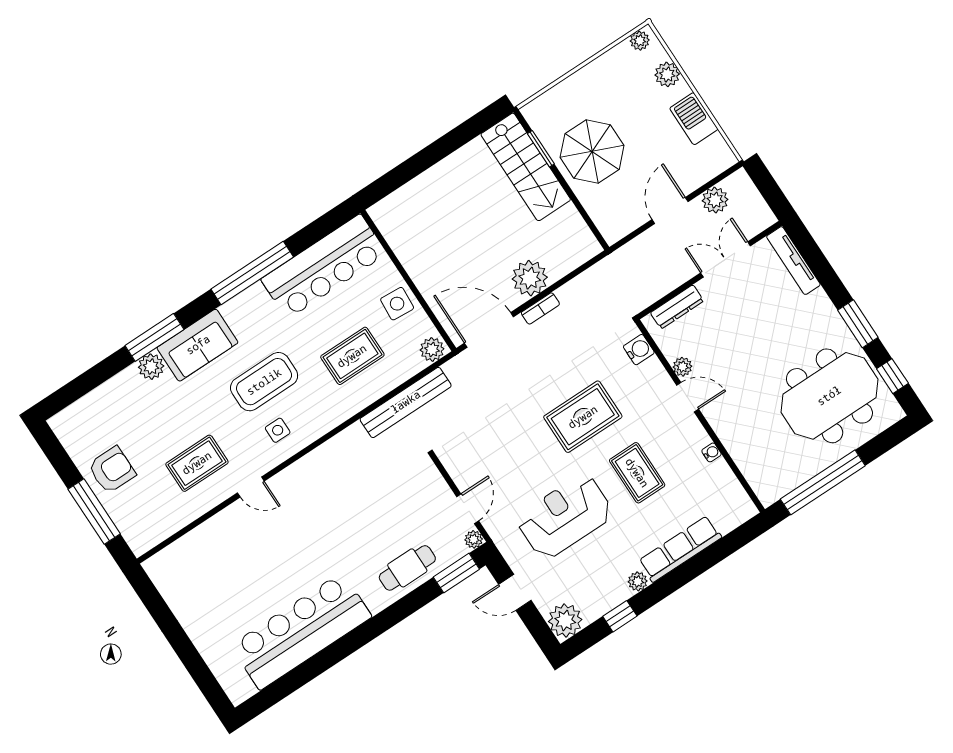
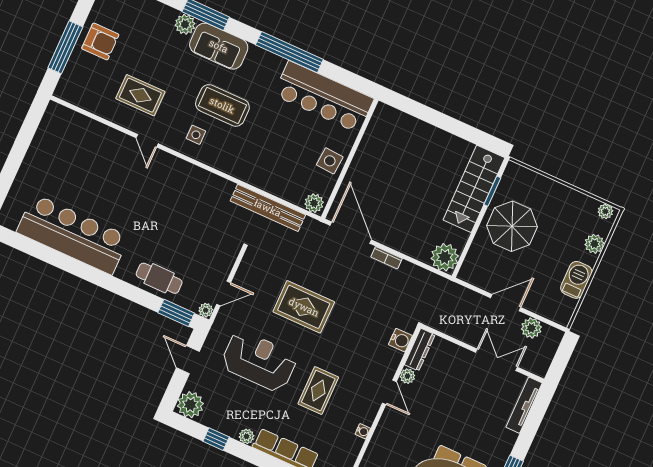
plant: (530, 278) -> (445, 257), moved
dresser: (677, 307) -> (420, 350), moved, turned -90
rug: (352, 356) -> (276, 153), removed
rug: (583, 417) -> (304, 307), moved

